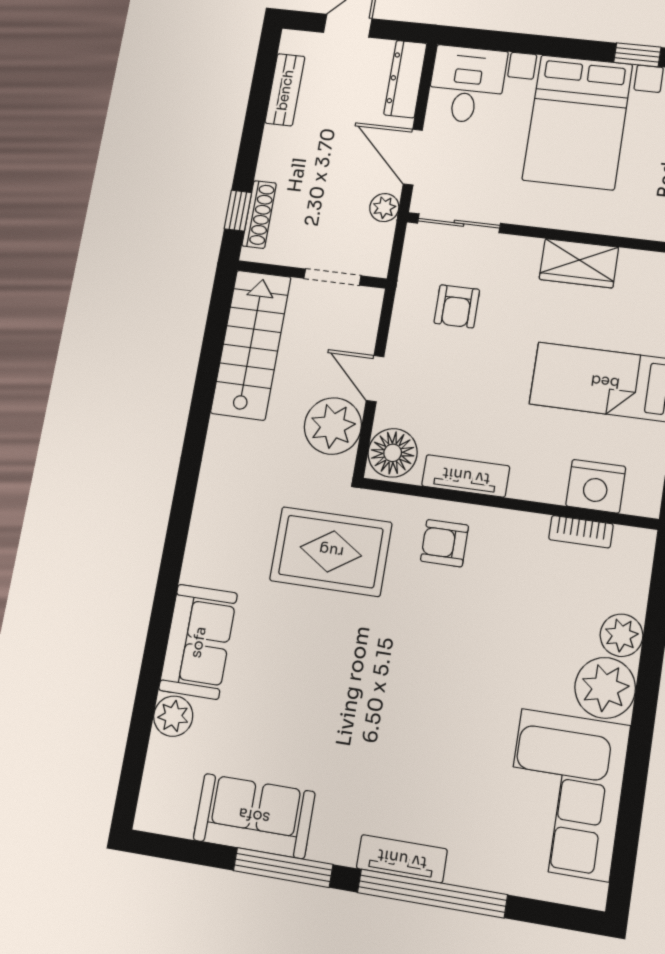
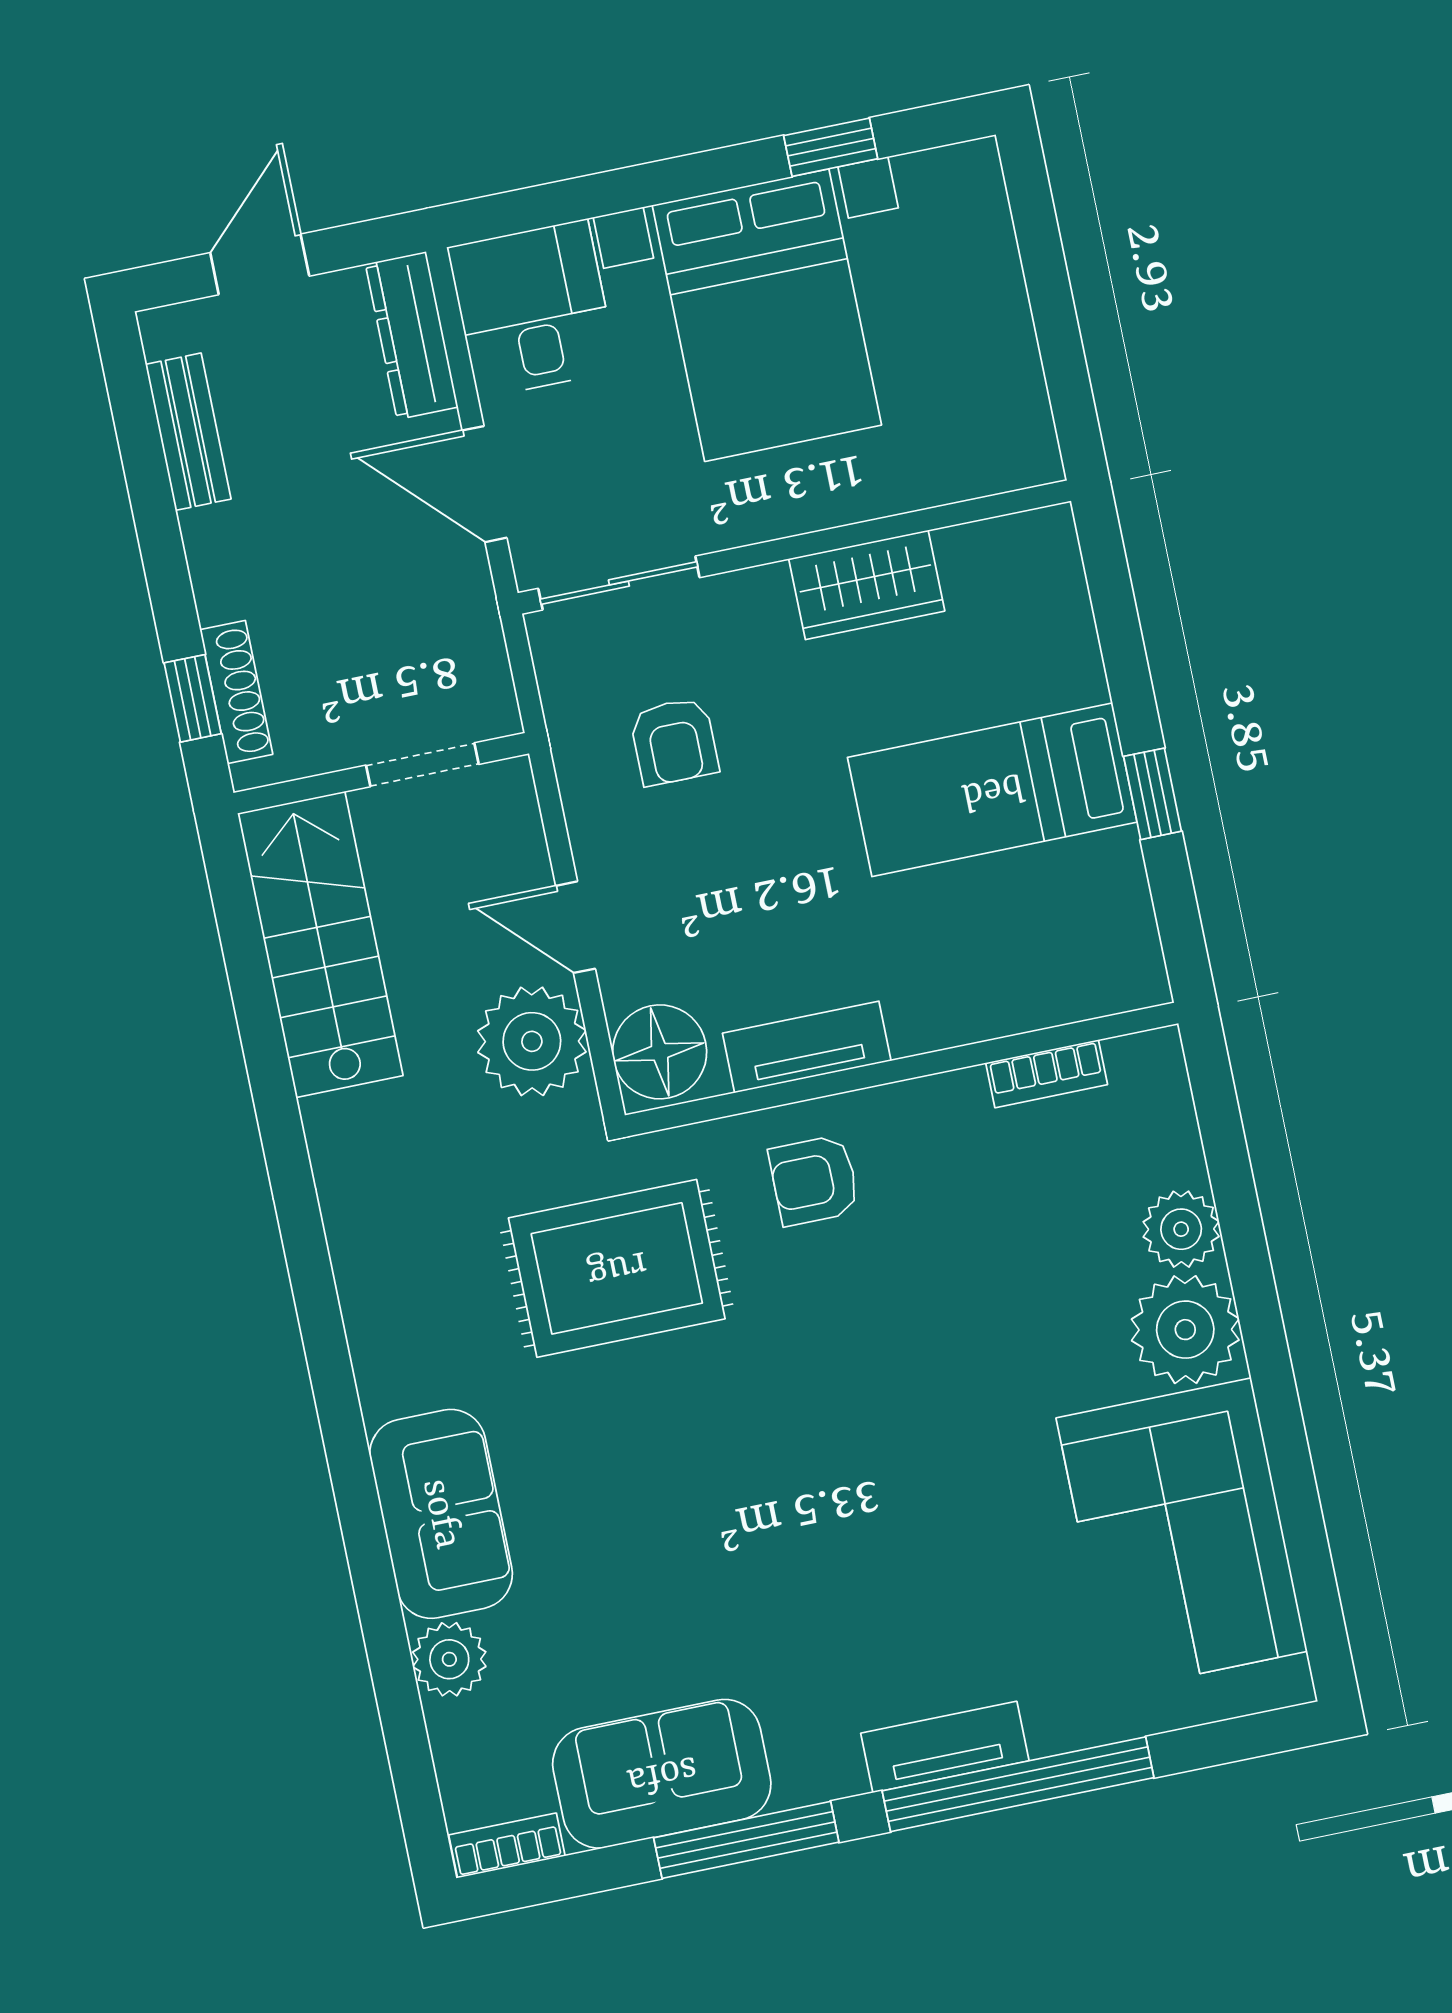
plant: (384, 208) -> (468, 600), removed
nightstand: (596, 486) -> (1044, 984), removed
bookcase: (164, 823) -> (507, 1845), added

